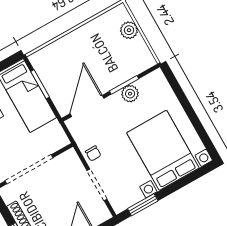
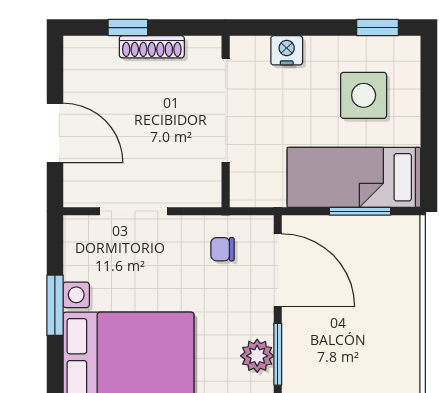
chair: (93, 153) -> (222, 249), moved
window: (143, 205) -> (55, 305), moved

